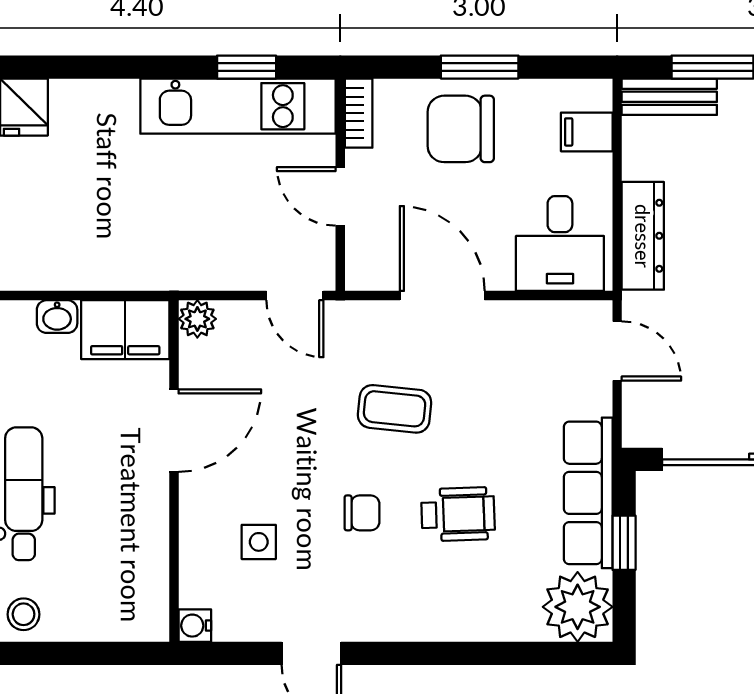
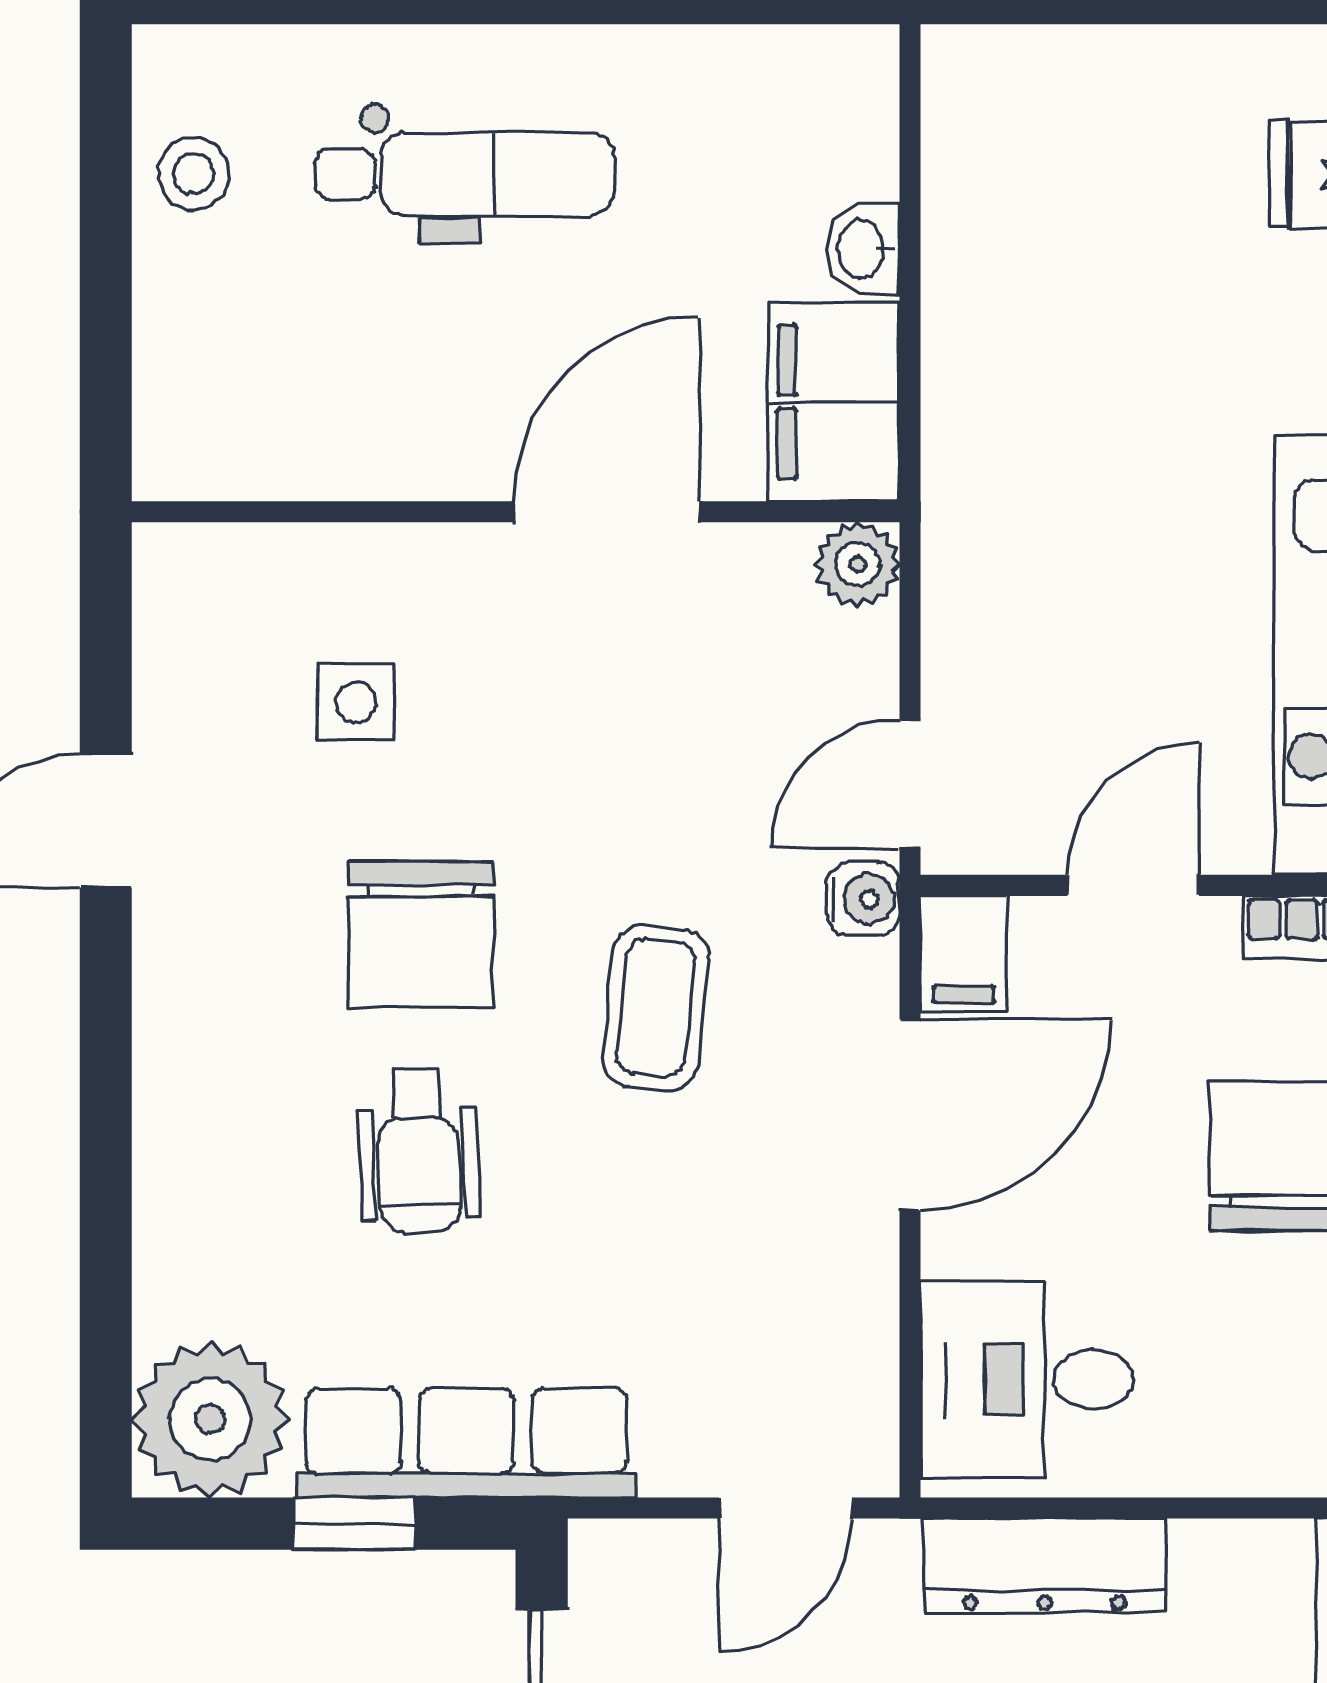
filing cabinet: (587, 132) -> (964, 954), moved, turned 180
door: (174, 431) -> (607, 512), swing flipped
chair: (362, 513) -> (422, 934), width x1.87, depth x1.87
water cooler: (195, 626) -> (863, 899), moved, turned 90

